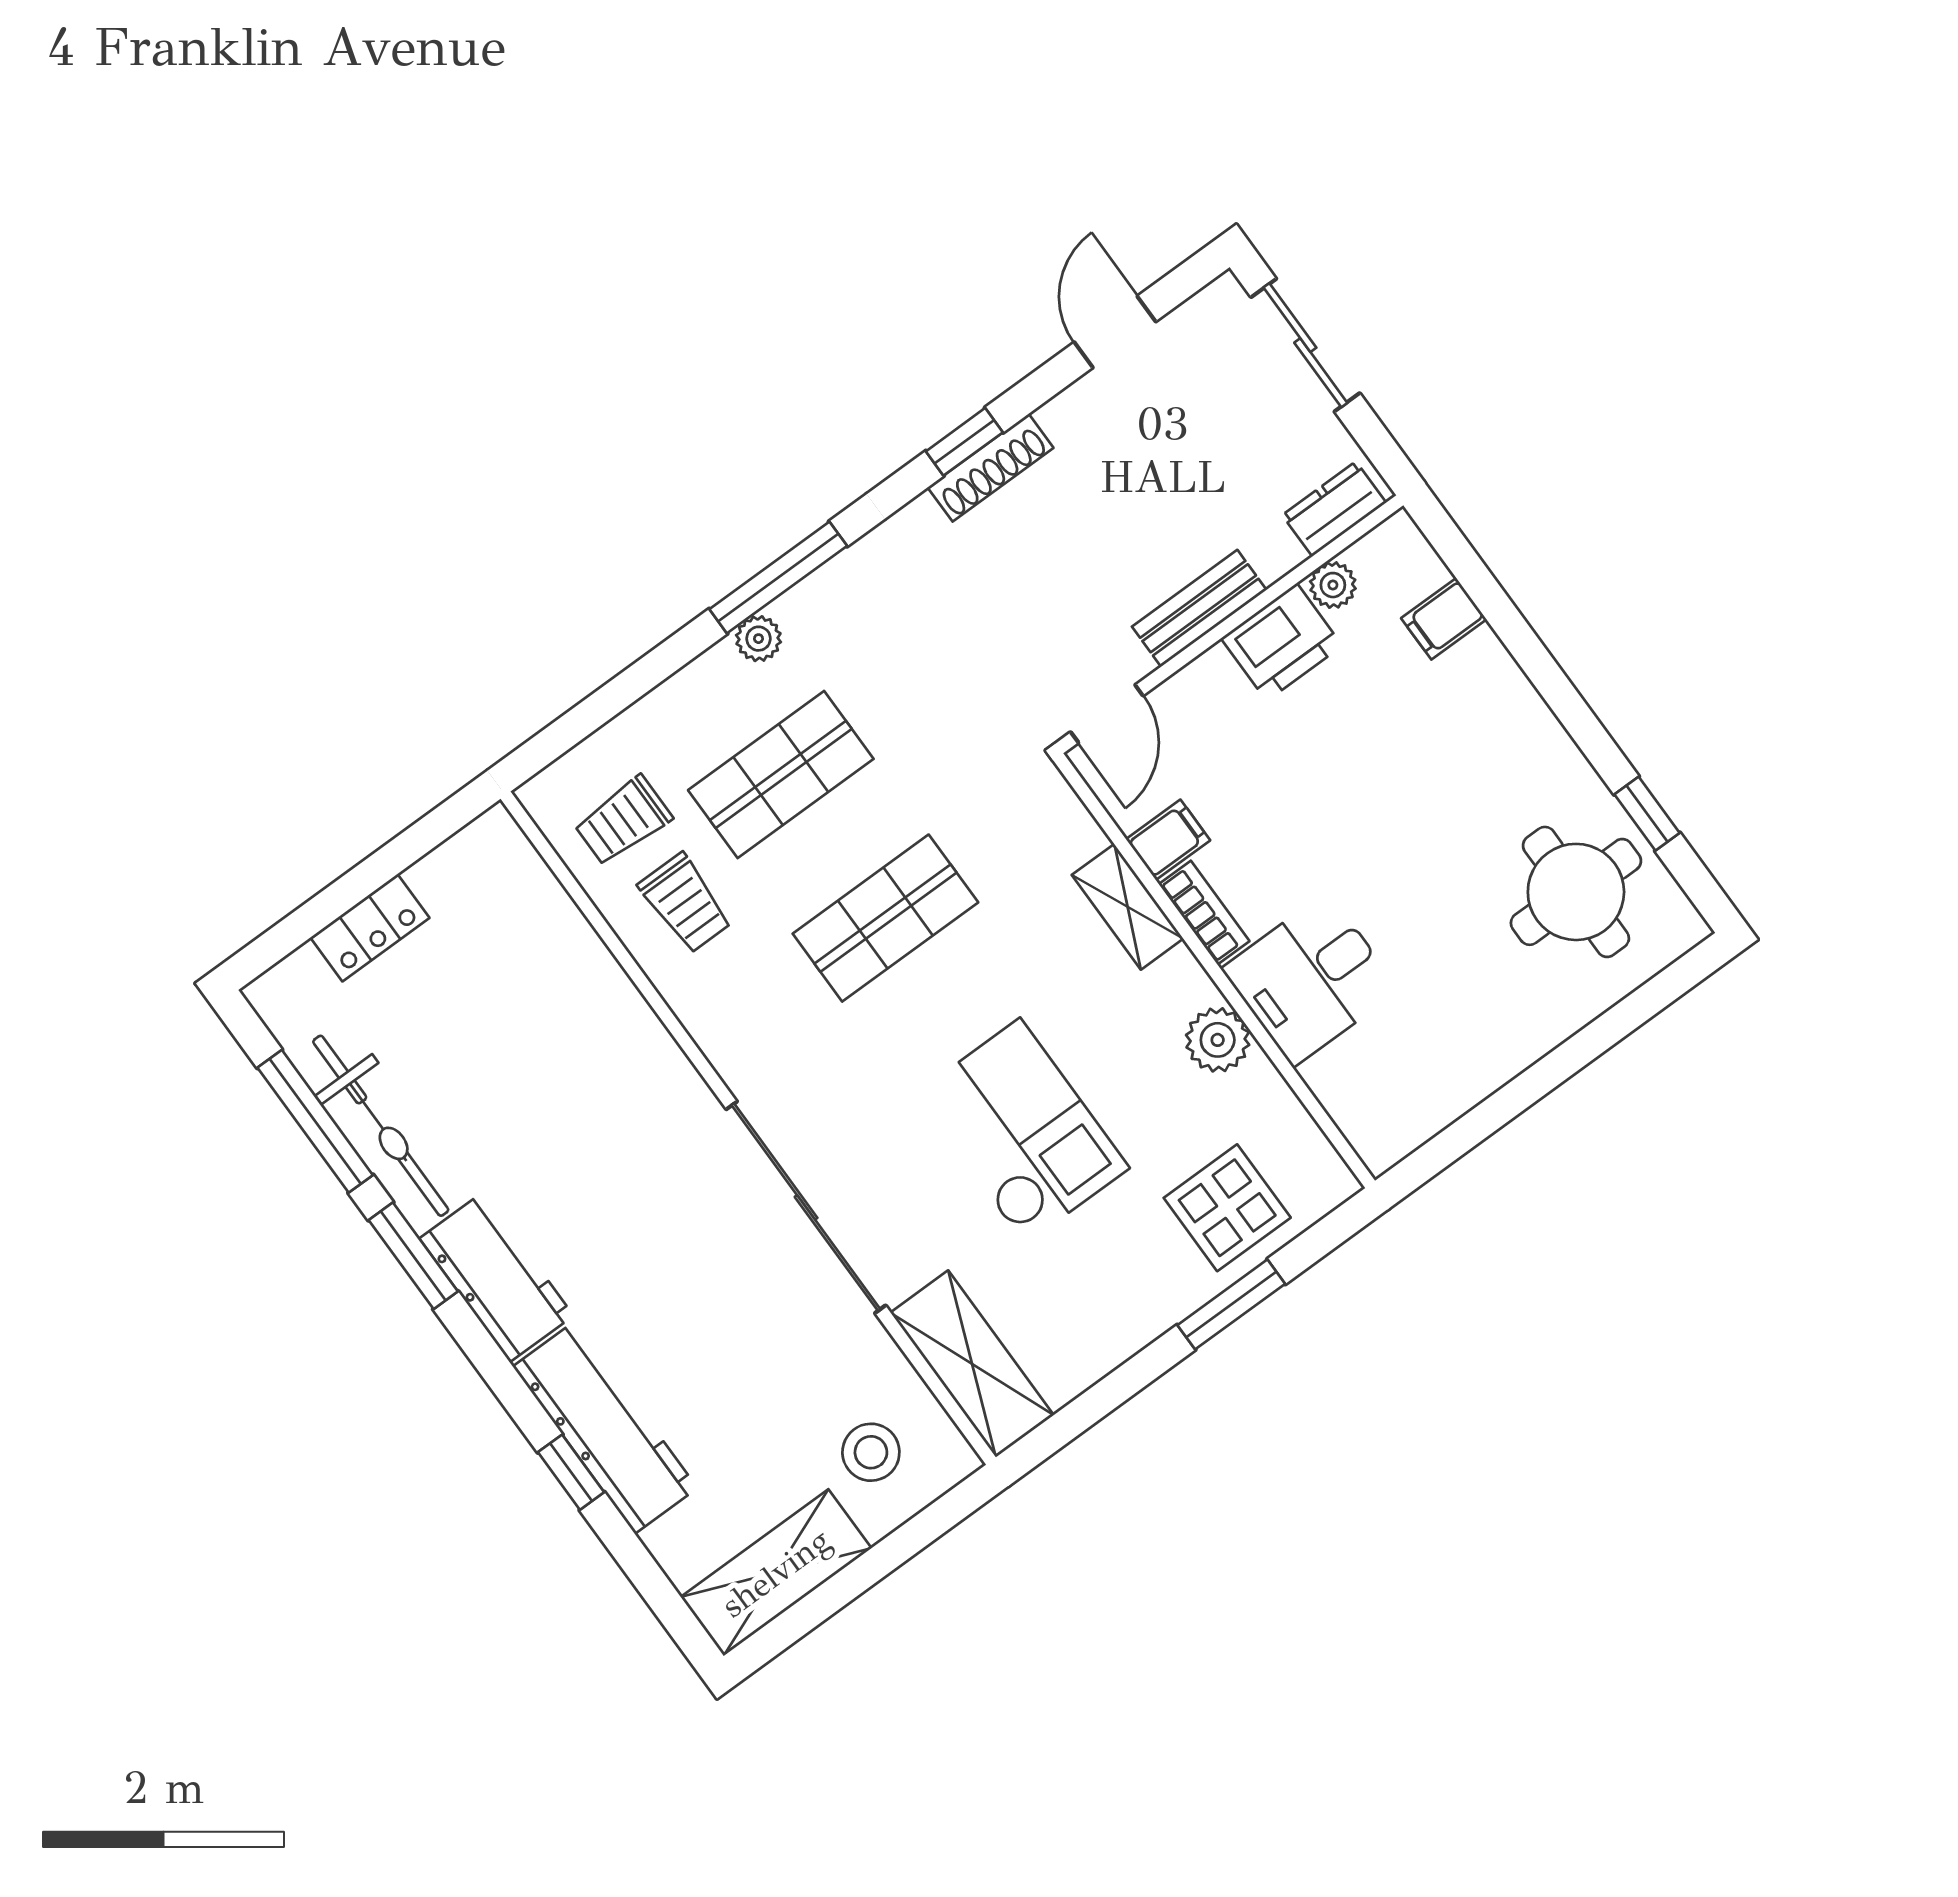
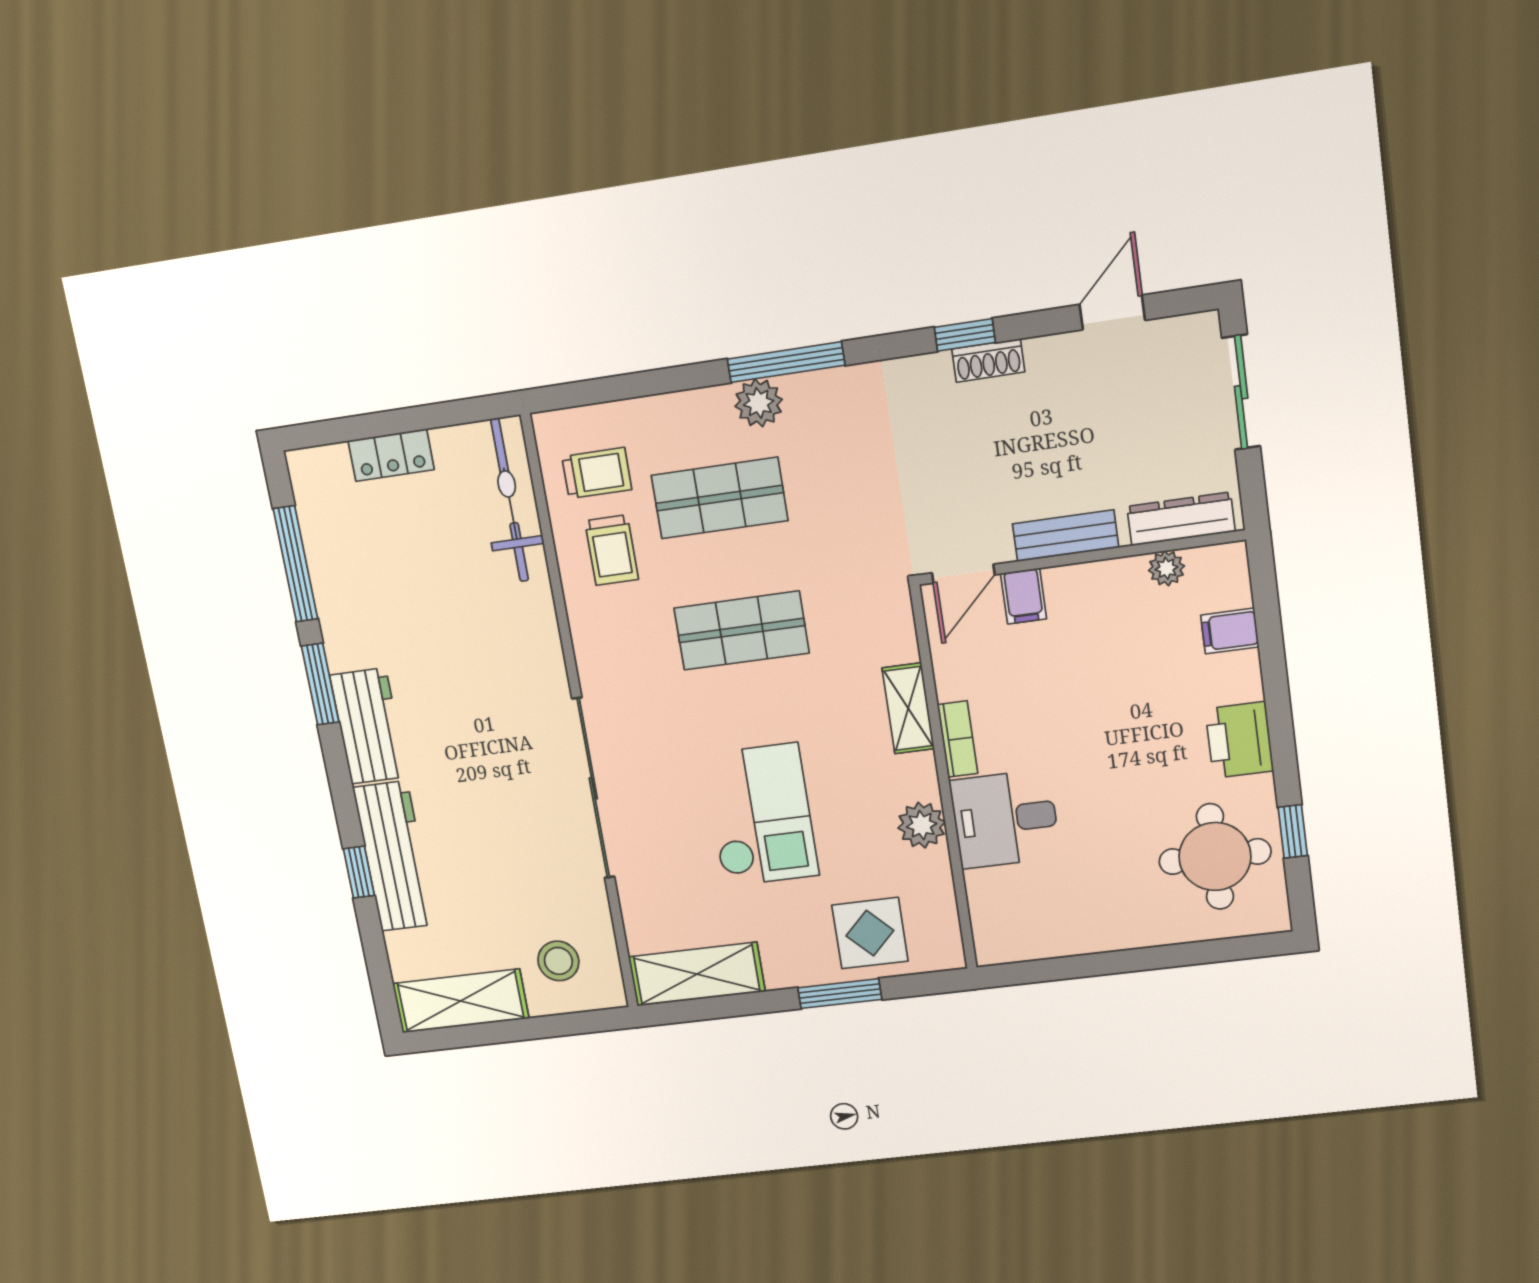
shoe rack: (991, 468) -> (988, 360), width x0.70
dresser: (1334, 509) -> (1181, 519), width x1.44
plant: (758, 639) -> (759, 403), width x1.38, depth x1.38
printer: (1282, 642) -> (1239, 740), moved, turned 90
trolley: (623, 821) -> (597, 473), turned 180
filing cabinet: (1168, 840) -> (1024, 596), moved, turned 90
bicycle: (381, 1126) -> (510, 500), moved, turned 180
shelving: (972, 1364) -> (697, 974), moved, turned 90

